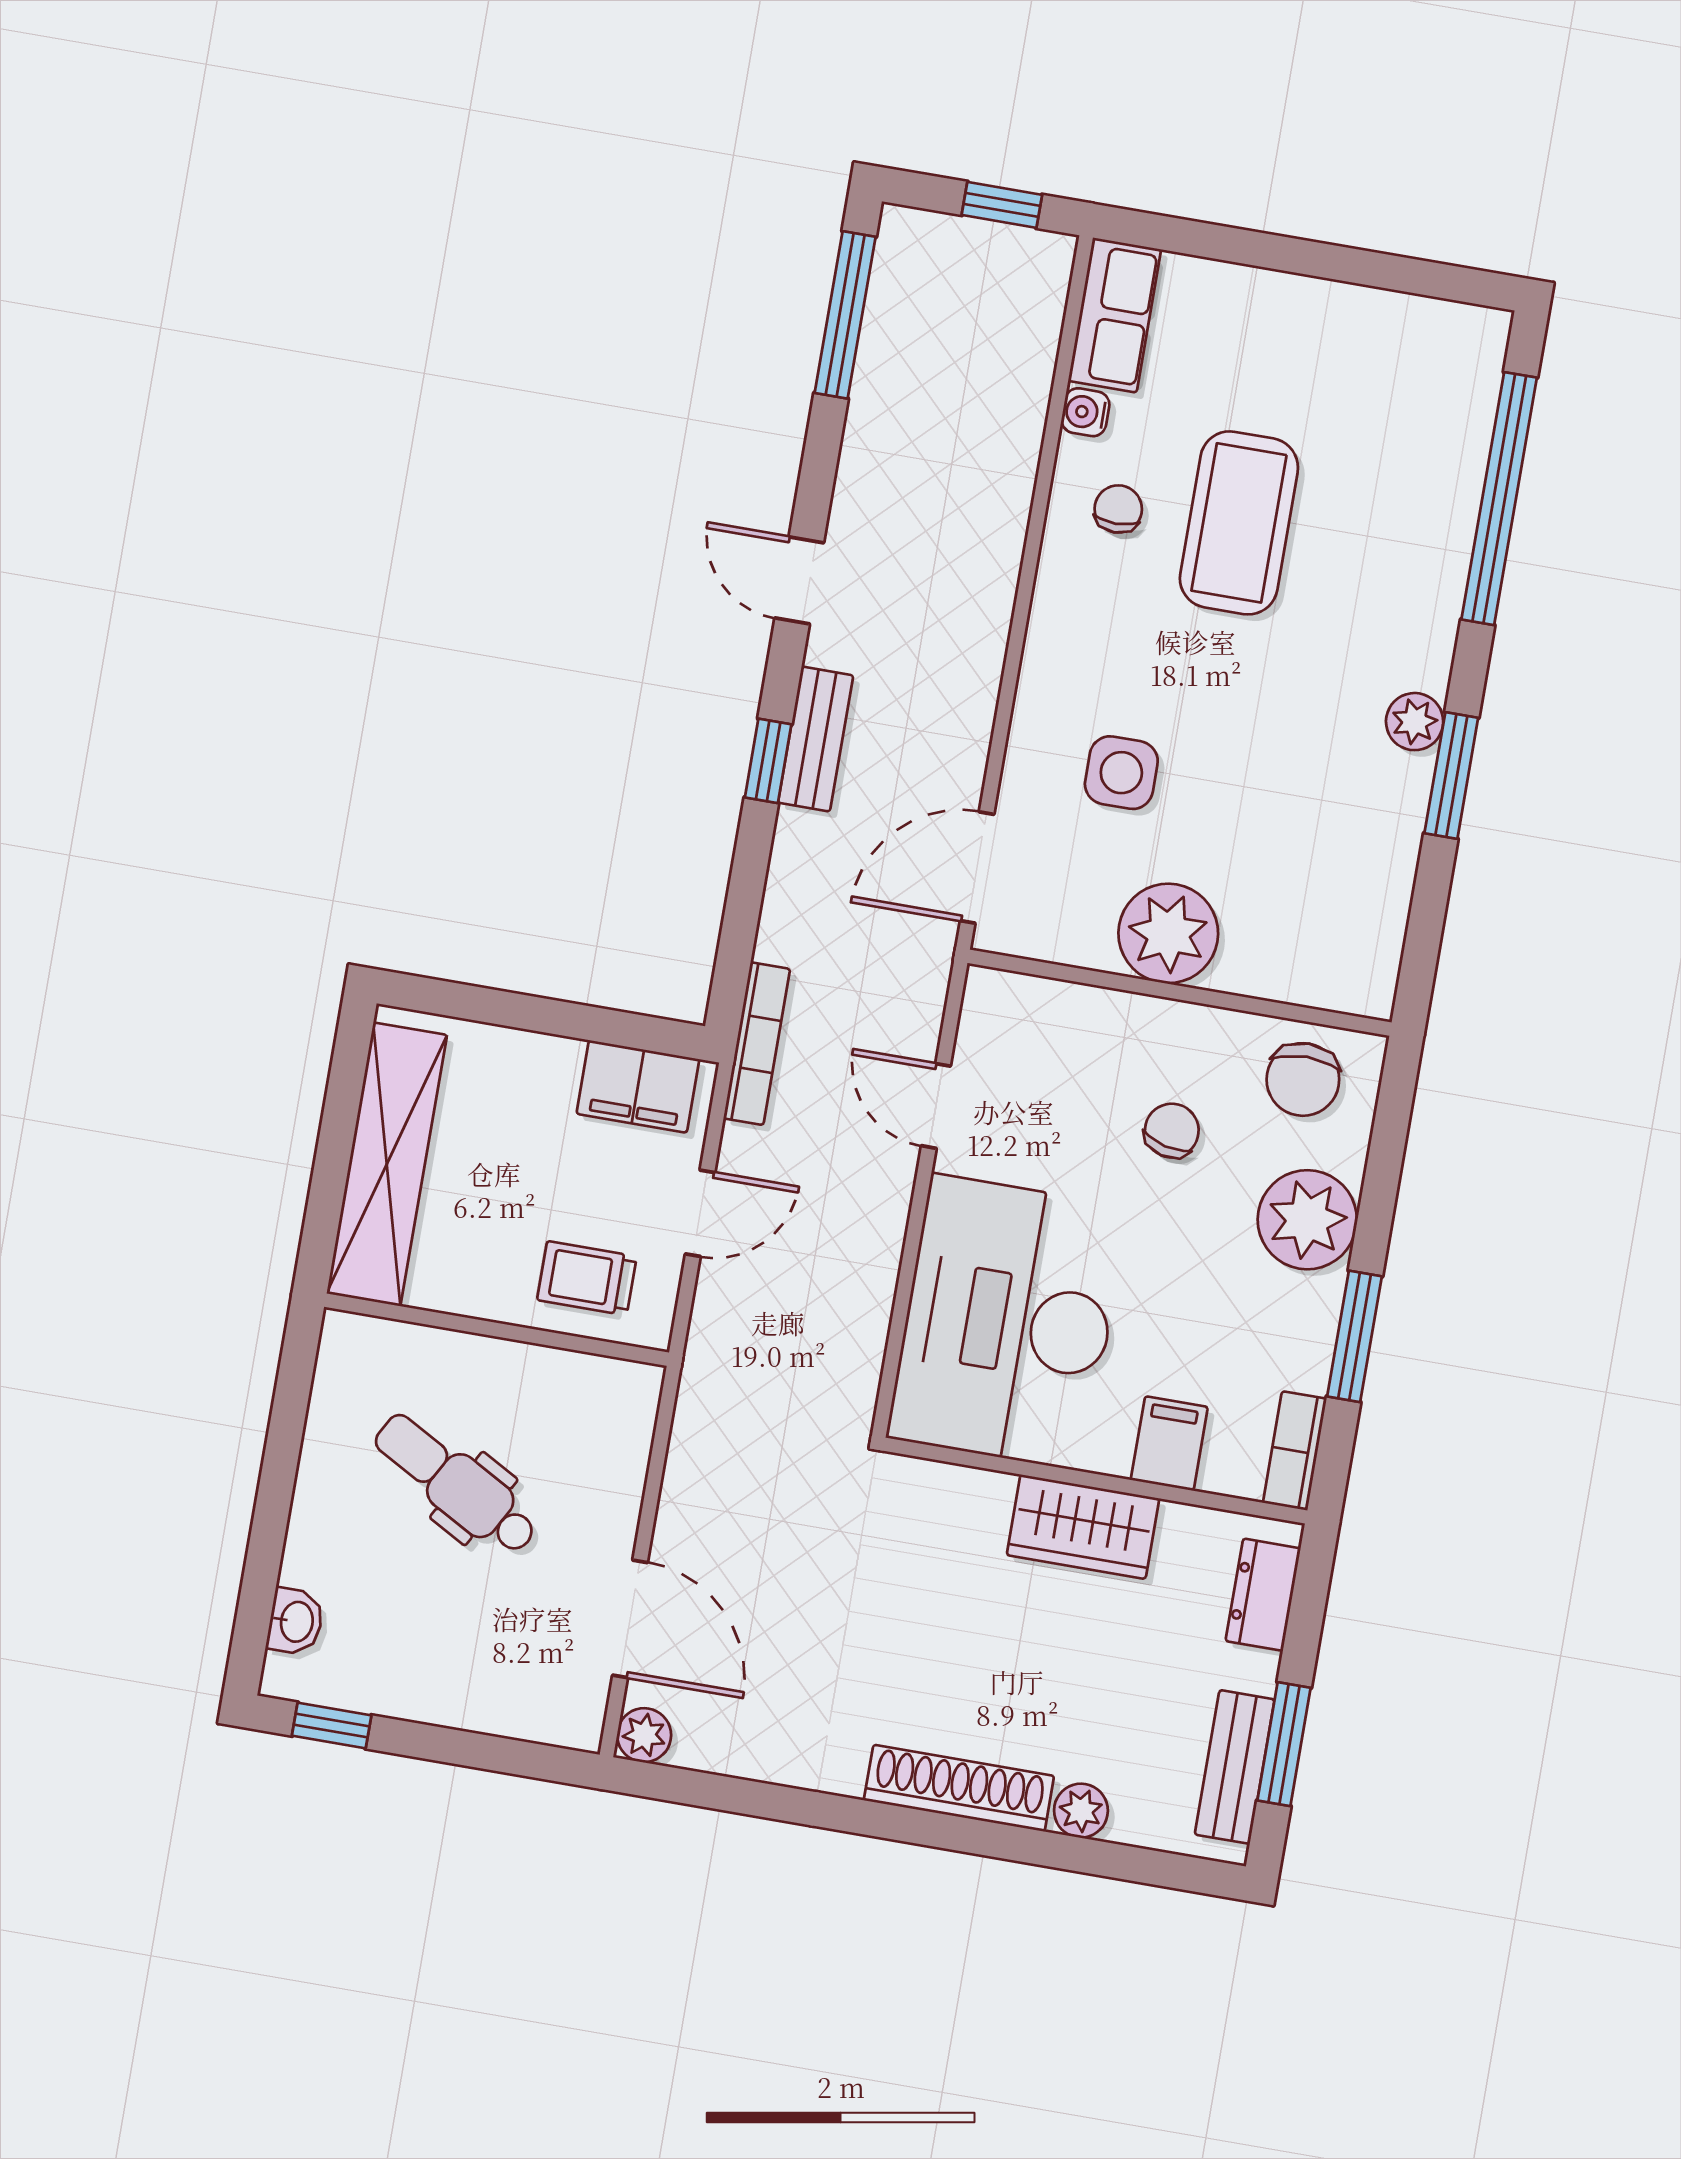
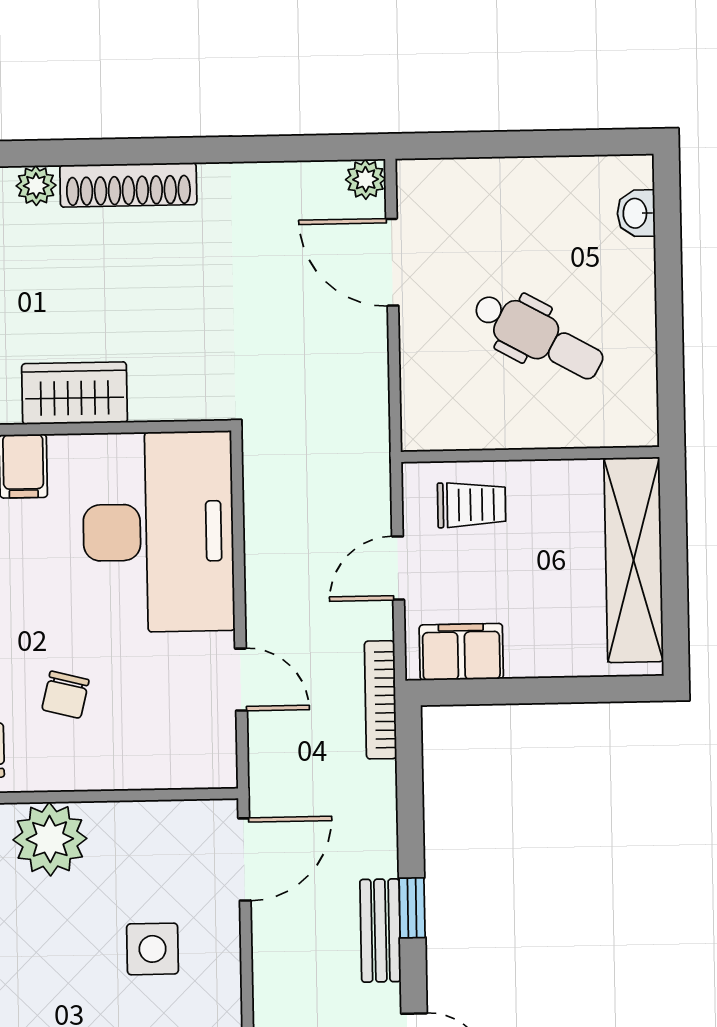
plant: (1168, 933) -> (50, 839), moved
window: (332, 1725) -> (595, 142), removed

